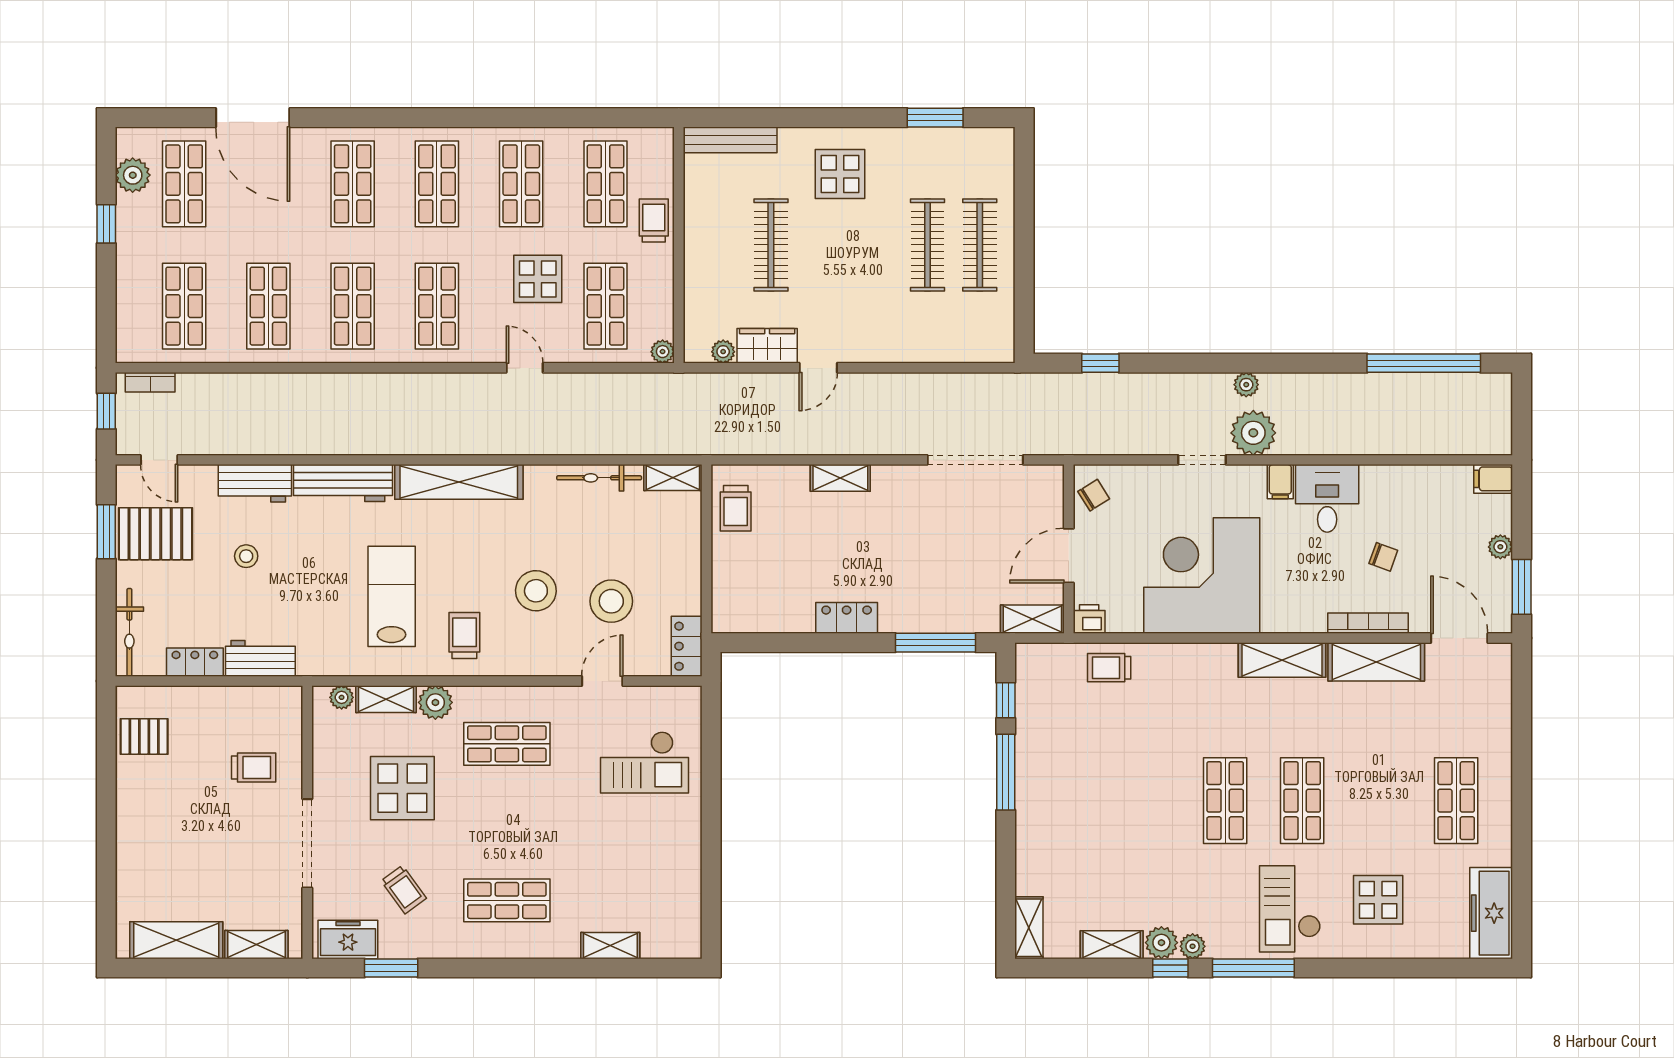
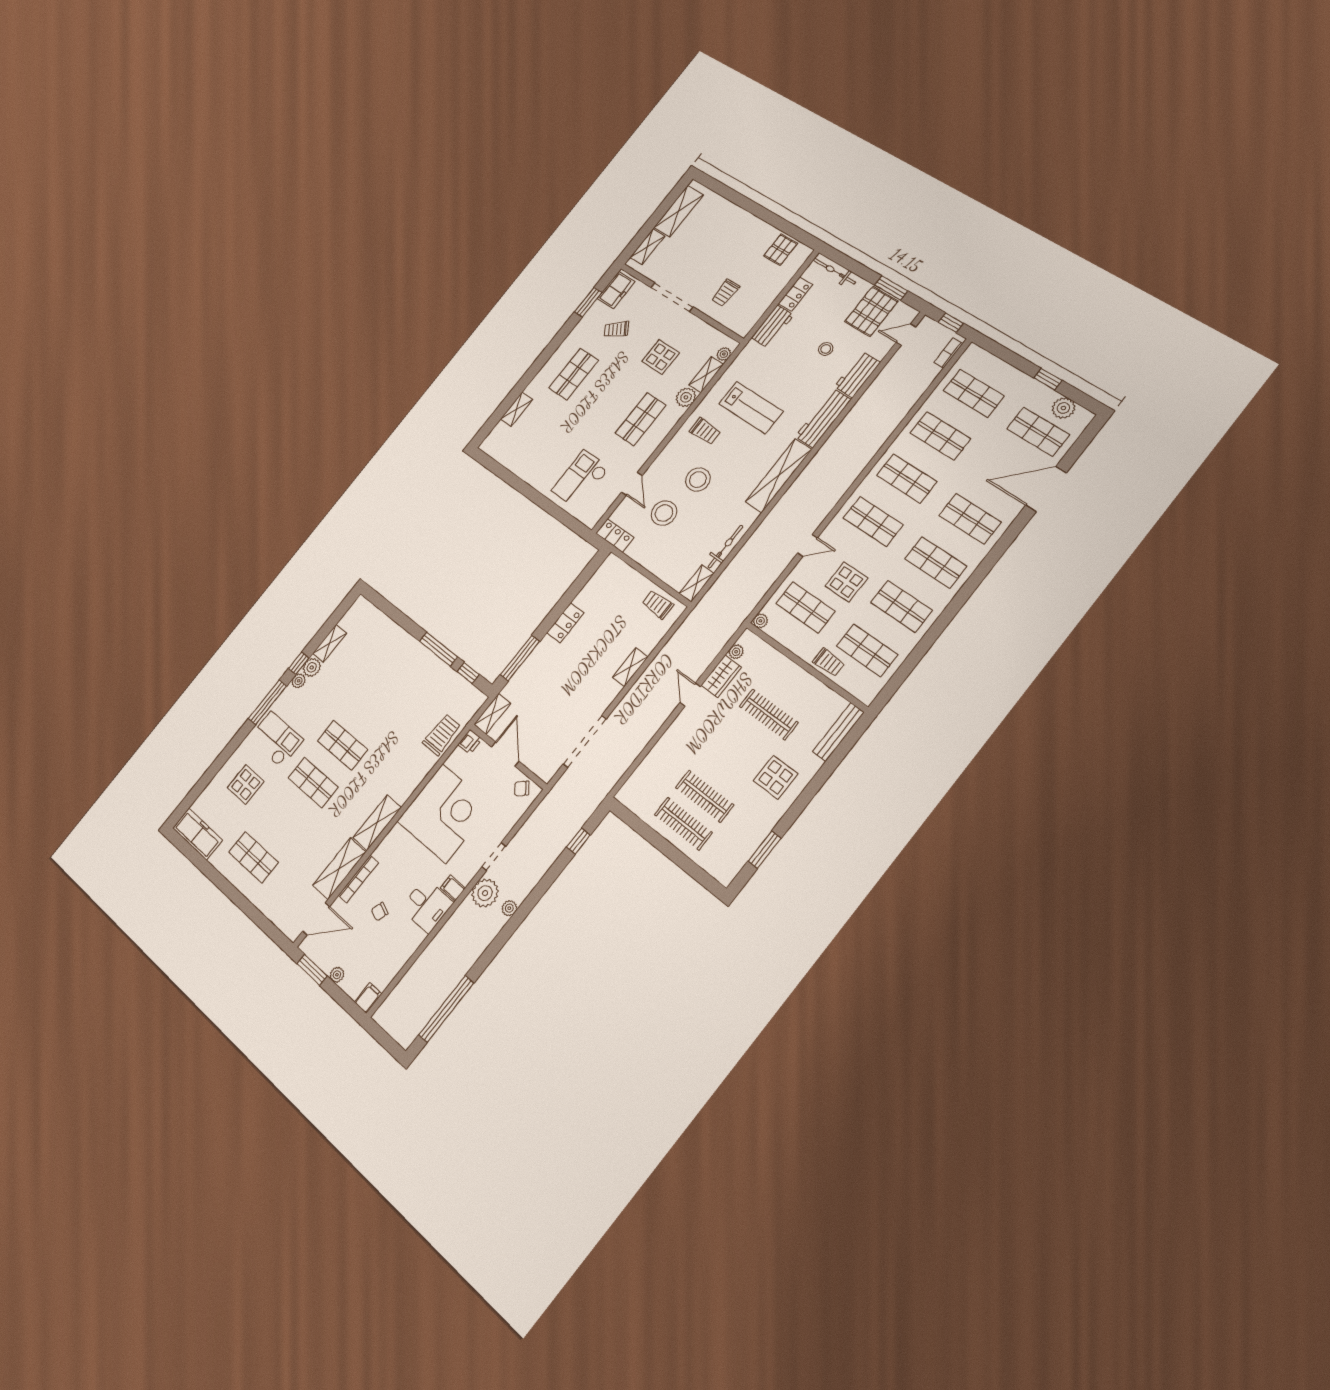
chair: (1094, 495) -> (522, 788), turned 81
trolley: (1109, 668) -> (442, 735), width x1.36, depth x1.39
display table: (402, 788) -> (661, 357), width x0.73, depth x0.73
shelving: (1029, 928) -> (367, 610), removed

